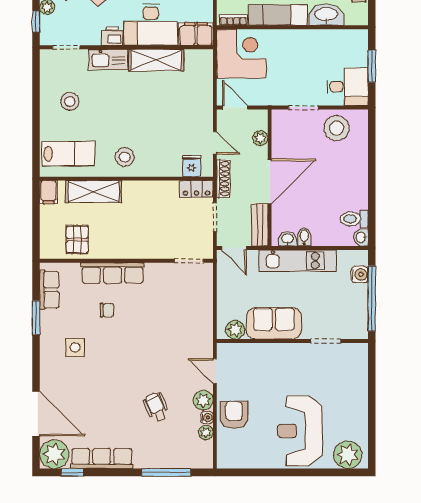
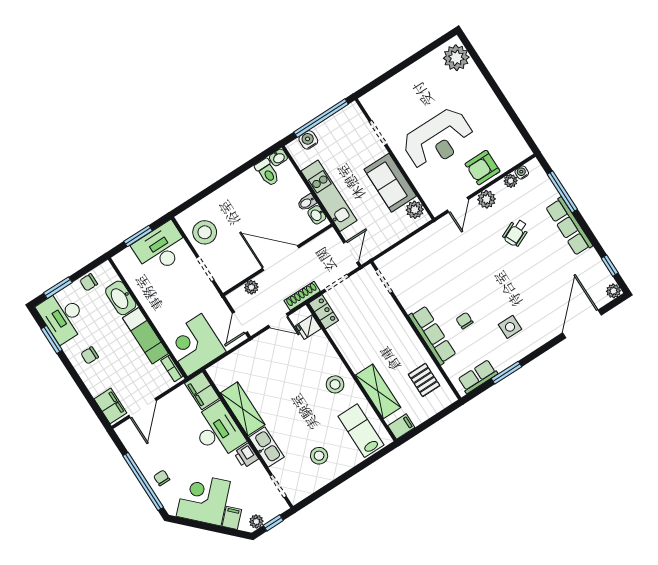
desk: (348, 87) -> (161, 248), width x1.37
door: (215, 143) -> (278, 321), swing flipped
bench: (260, 225) -> (320, 244), removed
pallet: (77, 240) -> (424, 380), turned 90
water cooler: (207, 418) -> (522, 172), moved
reception desk: (300, 431) -> (438, 139), moved
plant: (54, 454) -> (613, 291), width x0.53, depth x0.53
row of seats: (102, 459) -> (569, 226), moved

